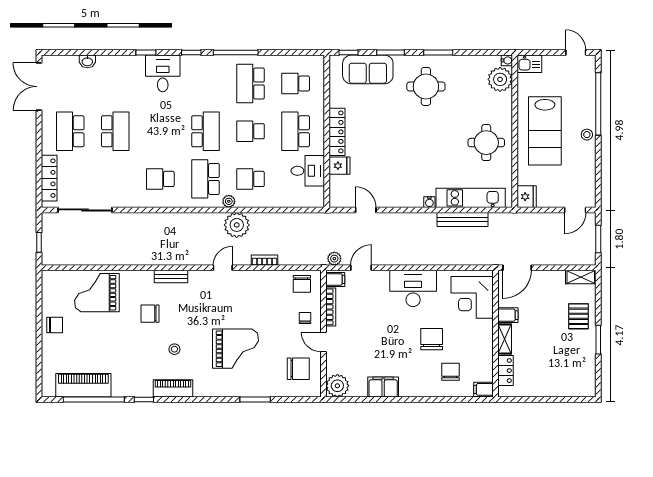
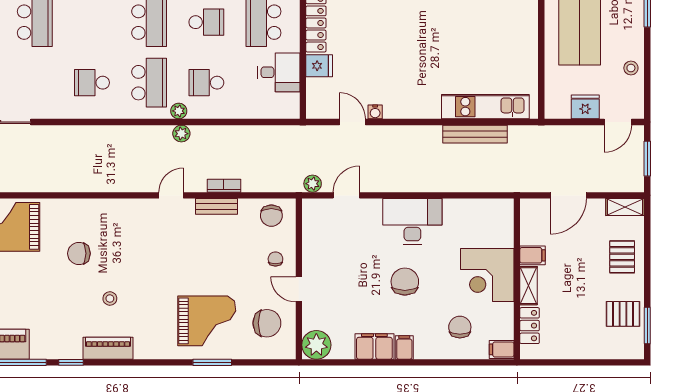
school desk: (251, 131) -> (206, 22), turned 180
stool: (587, 135) -> (631, 68), moved
round table: (486, 143) -> (505, 37), removed
school desk: (205, 179) -> (149, 83), turned 180
fridge: (527, 197) -> (585, 107), moved, turned -90
water cooler: (429, 202) -> (375, 112), moved
plant: (237, 225) -> (181, 134), width x0.53, depth x0.53
door: (517, 268) -> (568, 195), moved
bench: (171, 277) -> (216, 206), moved
filing cabinet: (335, 279) -> (404, 347), moved, turned -90
corner desk: (472, 297) -> (487, 275), moved
bookcase: (331, 307) -> (308, 245), removed
chair: (432, 339) -> (405, 282), moved
window: (598, 340) -> (647, 326), moved
grand piano: (236, 349) -> (207, 321), moved
pallet: (579, 361) -> (623, 314), added

